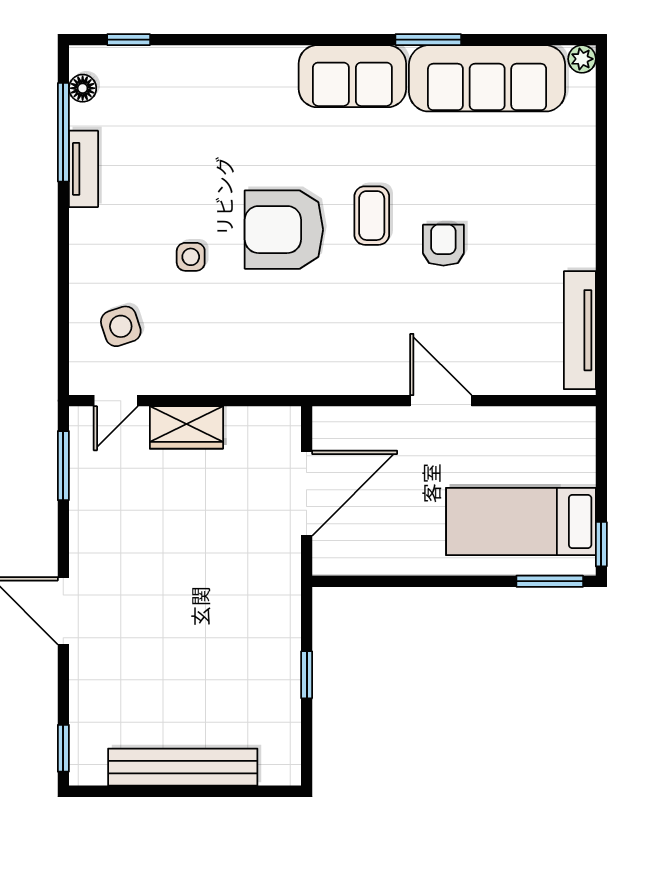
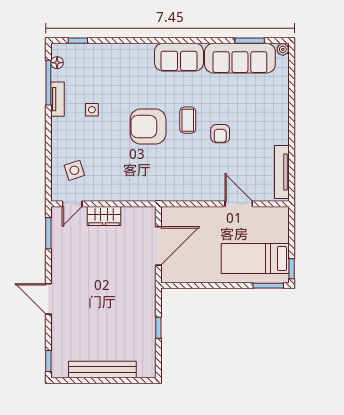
window: (428, 40) -> (250, 41), moved
armchair: (443, 245) -> (220, 134), turned 180
side table: (191, 257) -> (92, 110), moved
door: (441, 401) -> (239, 204), moved

